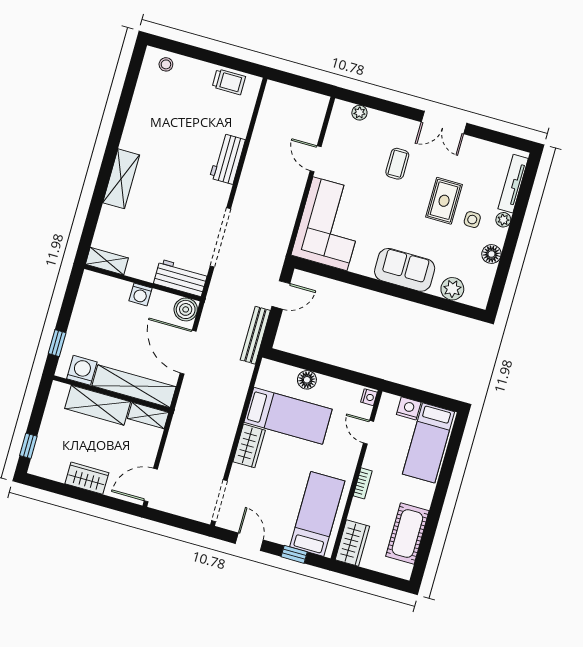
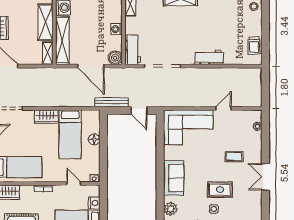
door: (188, 352) -> (91, 66), swing flipped
door: (368, 432) -> (74, 184), hinge flipped

